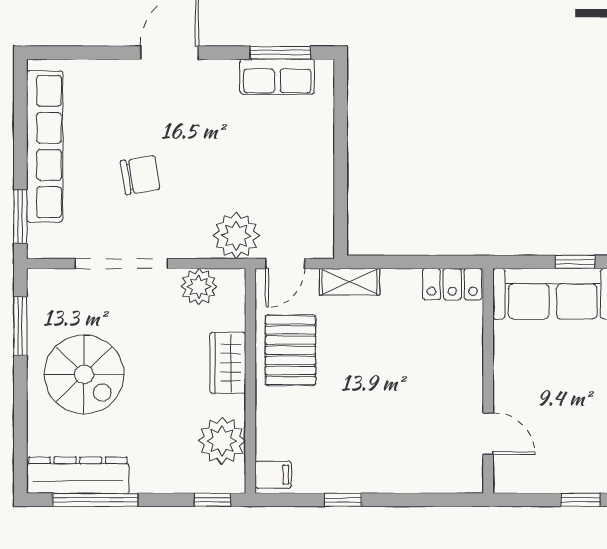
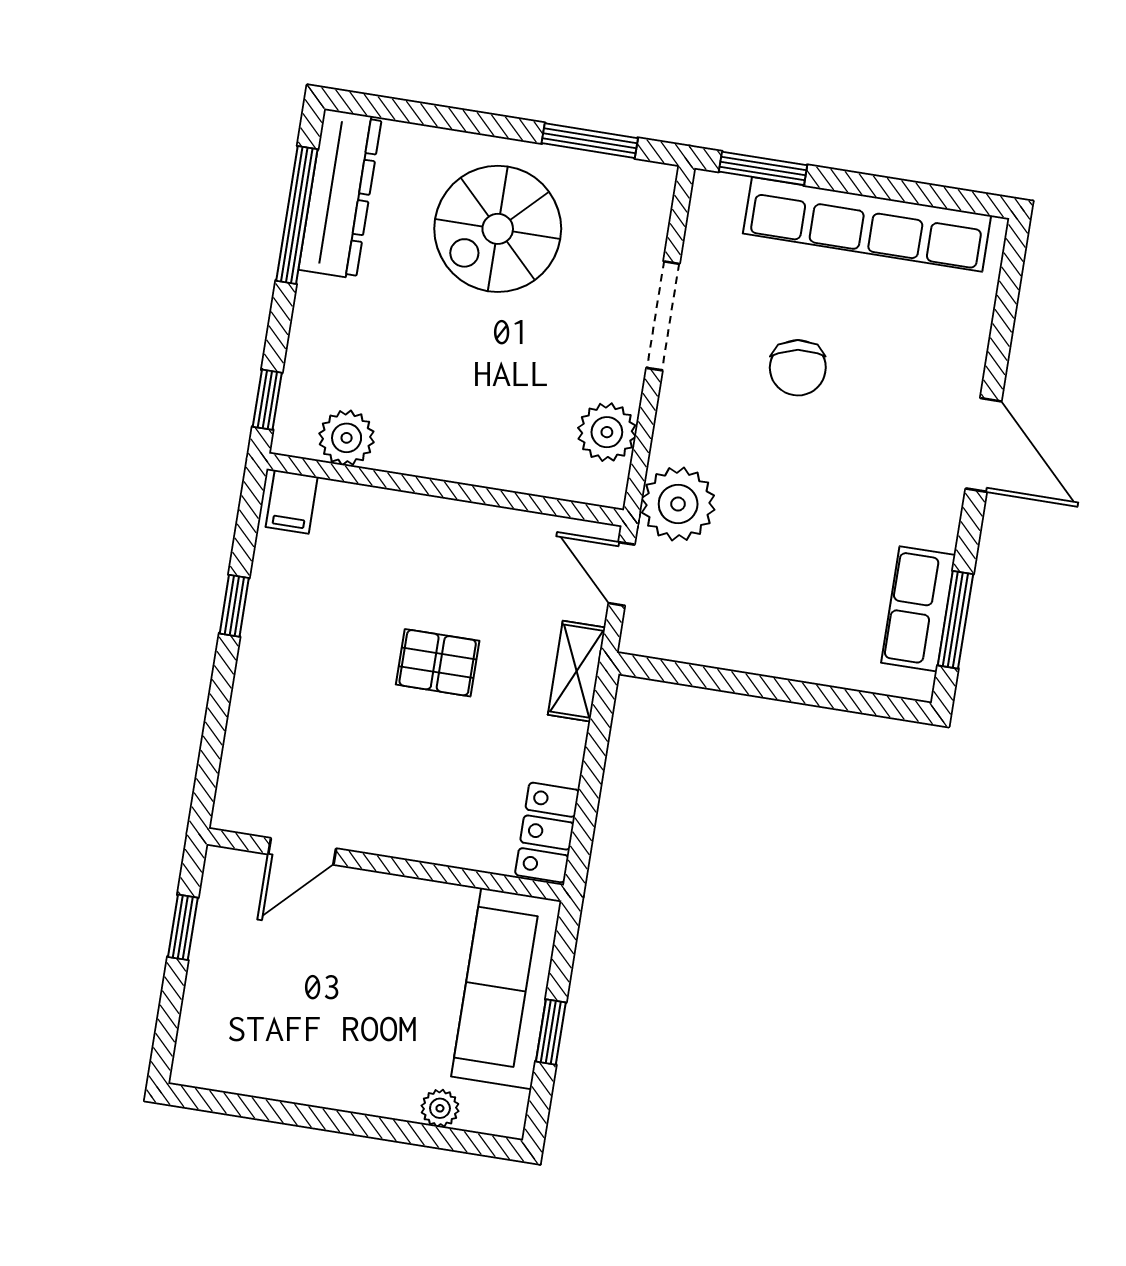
doorway: (121, 264) -> (663, 316), width x0.73
pallet: (290, 350) -> (438, 663), moved, width x0.67, depth x0.71
wardrobe: (228, 363) -> (479, 458), removed
plant: (222, 441) -> (347, 438), width x0.73, depth x0.73
window: (580, 500) -> (183, 927), moved

